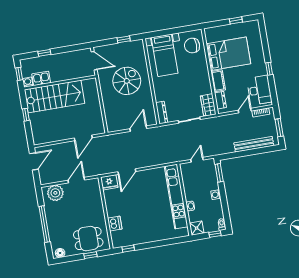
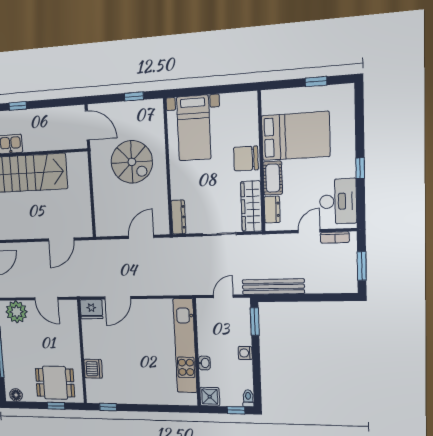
chair: (192, 46) -> (246, 158), moved
spiral stairs: (127, 81) -> (132, 162), turned 90
wardrobe: (208, 105) -> (251, 206), width x1.50
bench: (254, 144) -> (273, 287), moved
door: (76, 180) -> (46, 299), swing flipped

